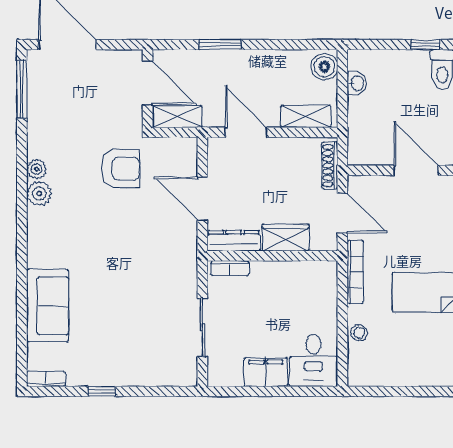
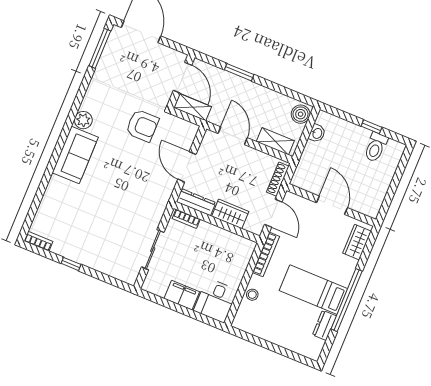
plant: (37, 169) -> (88, 104), removed
sofa: (48, 306) -> (75, 155), moved

